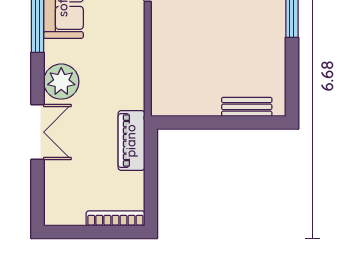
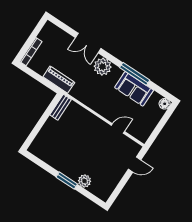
bench: (247, 107) -> (61, 107), moved

